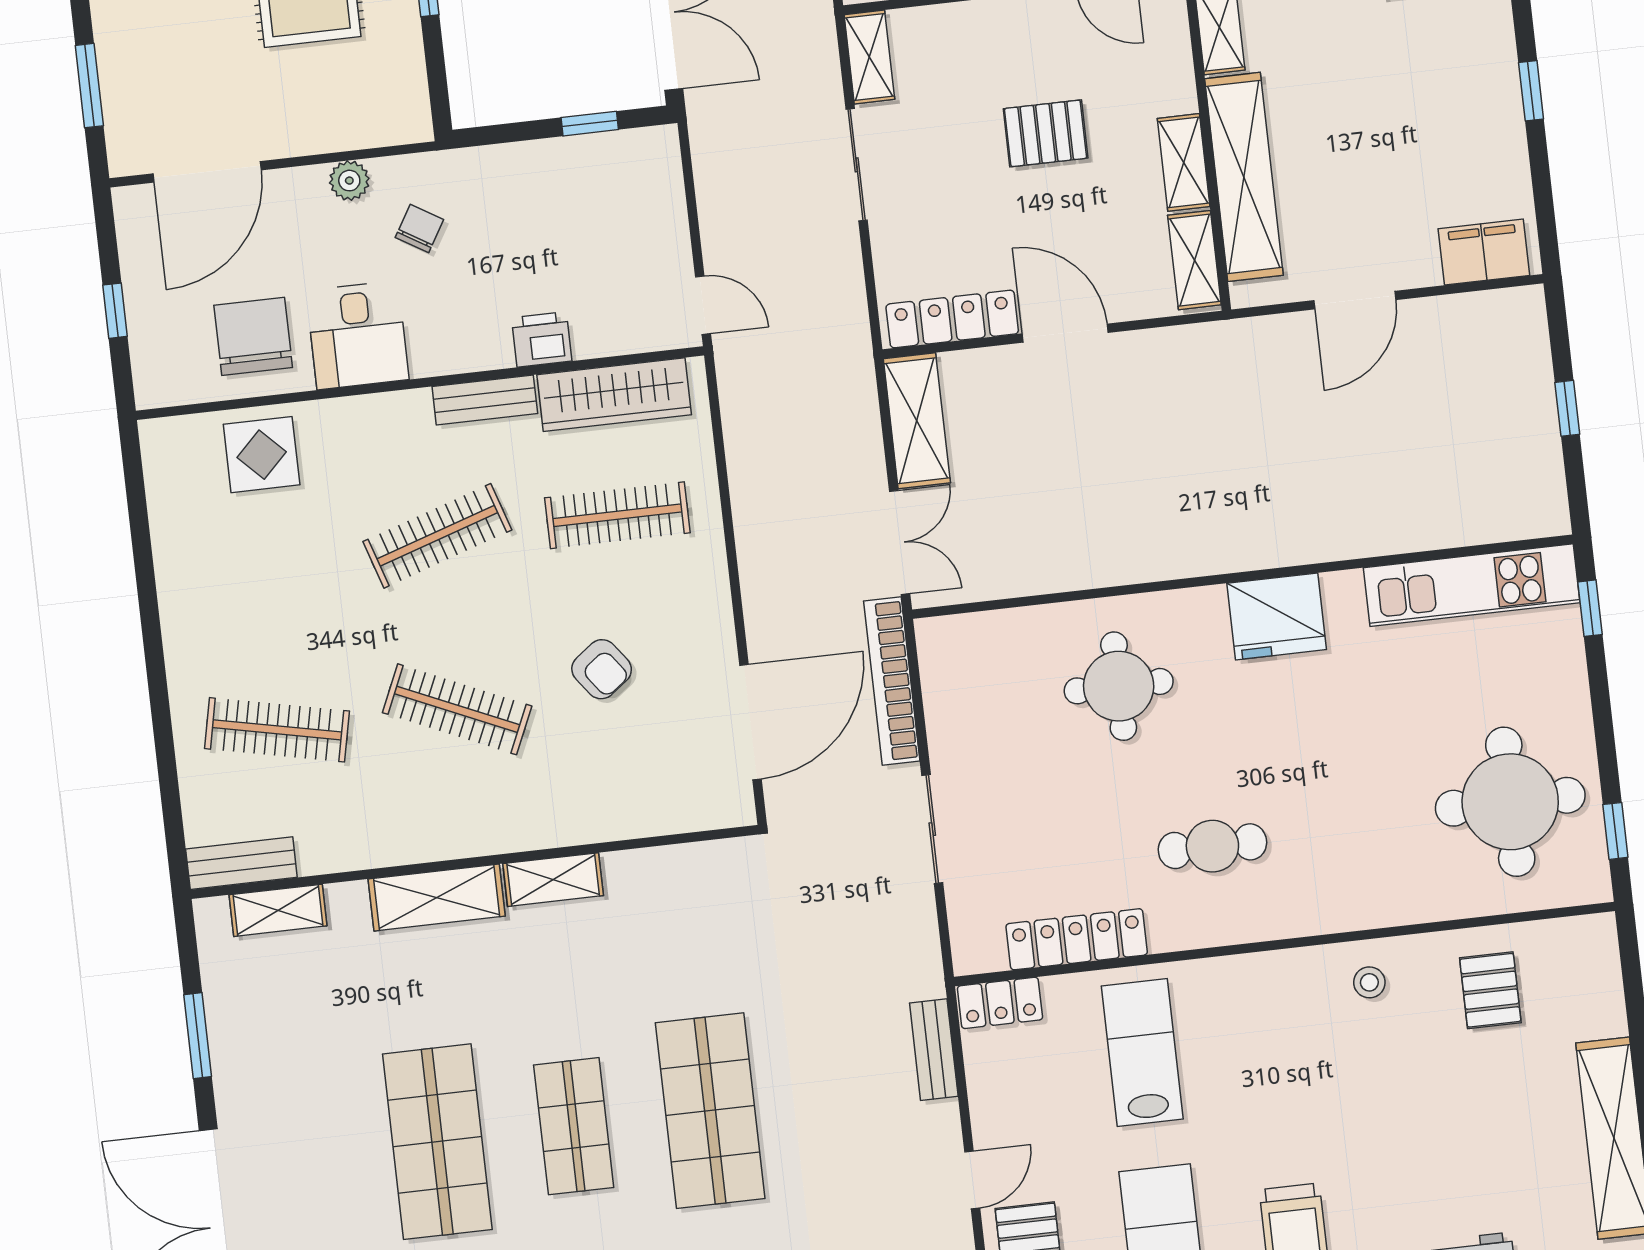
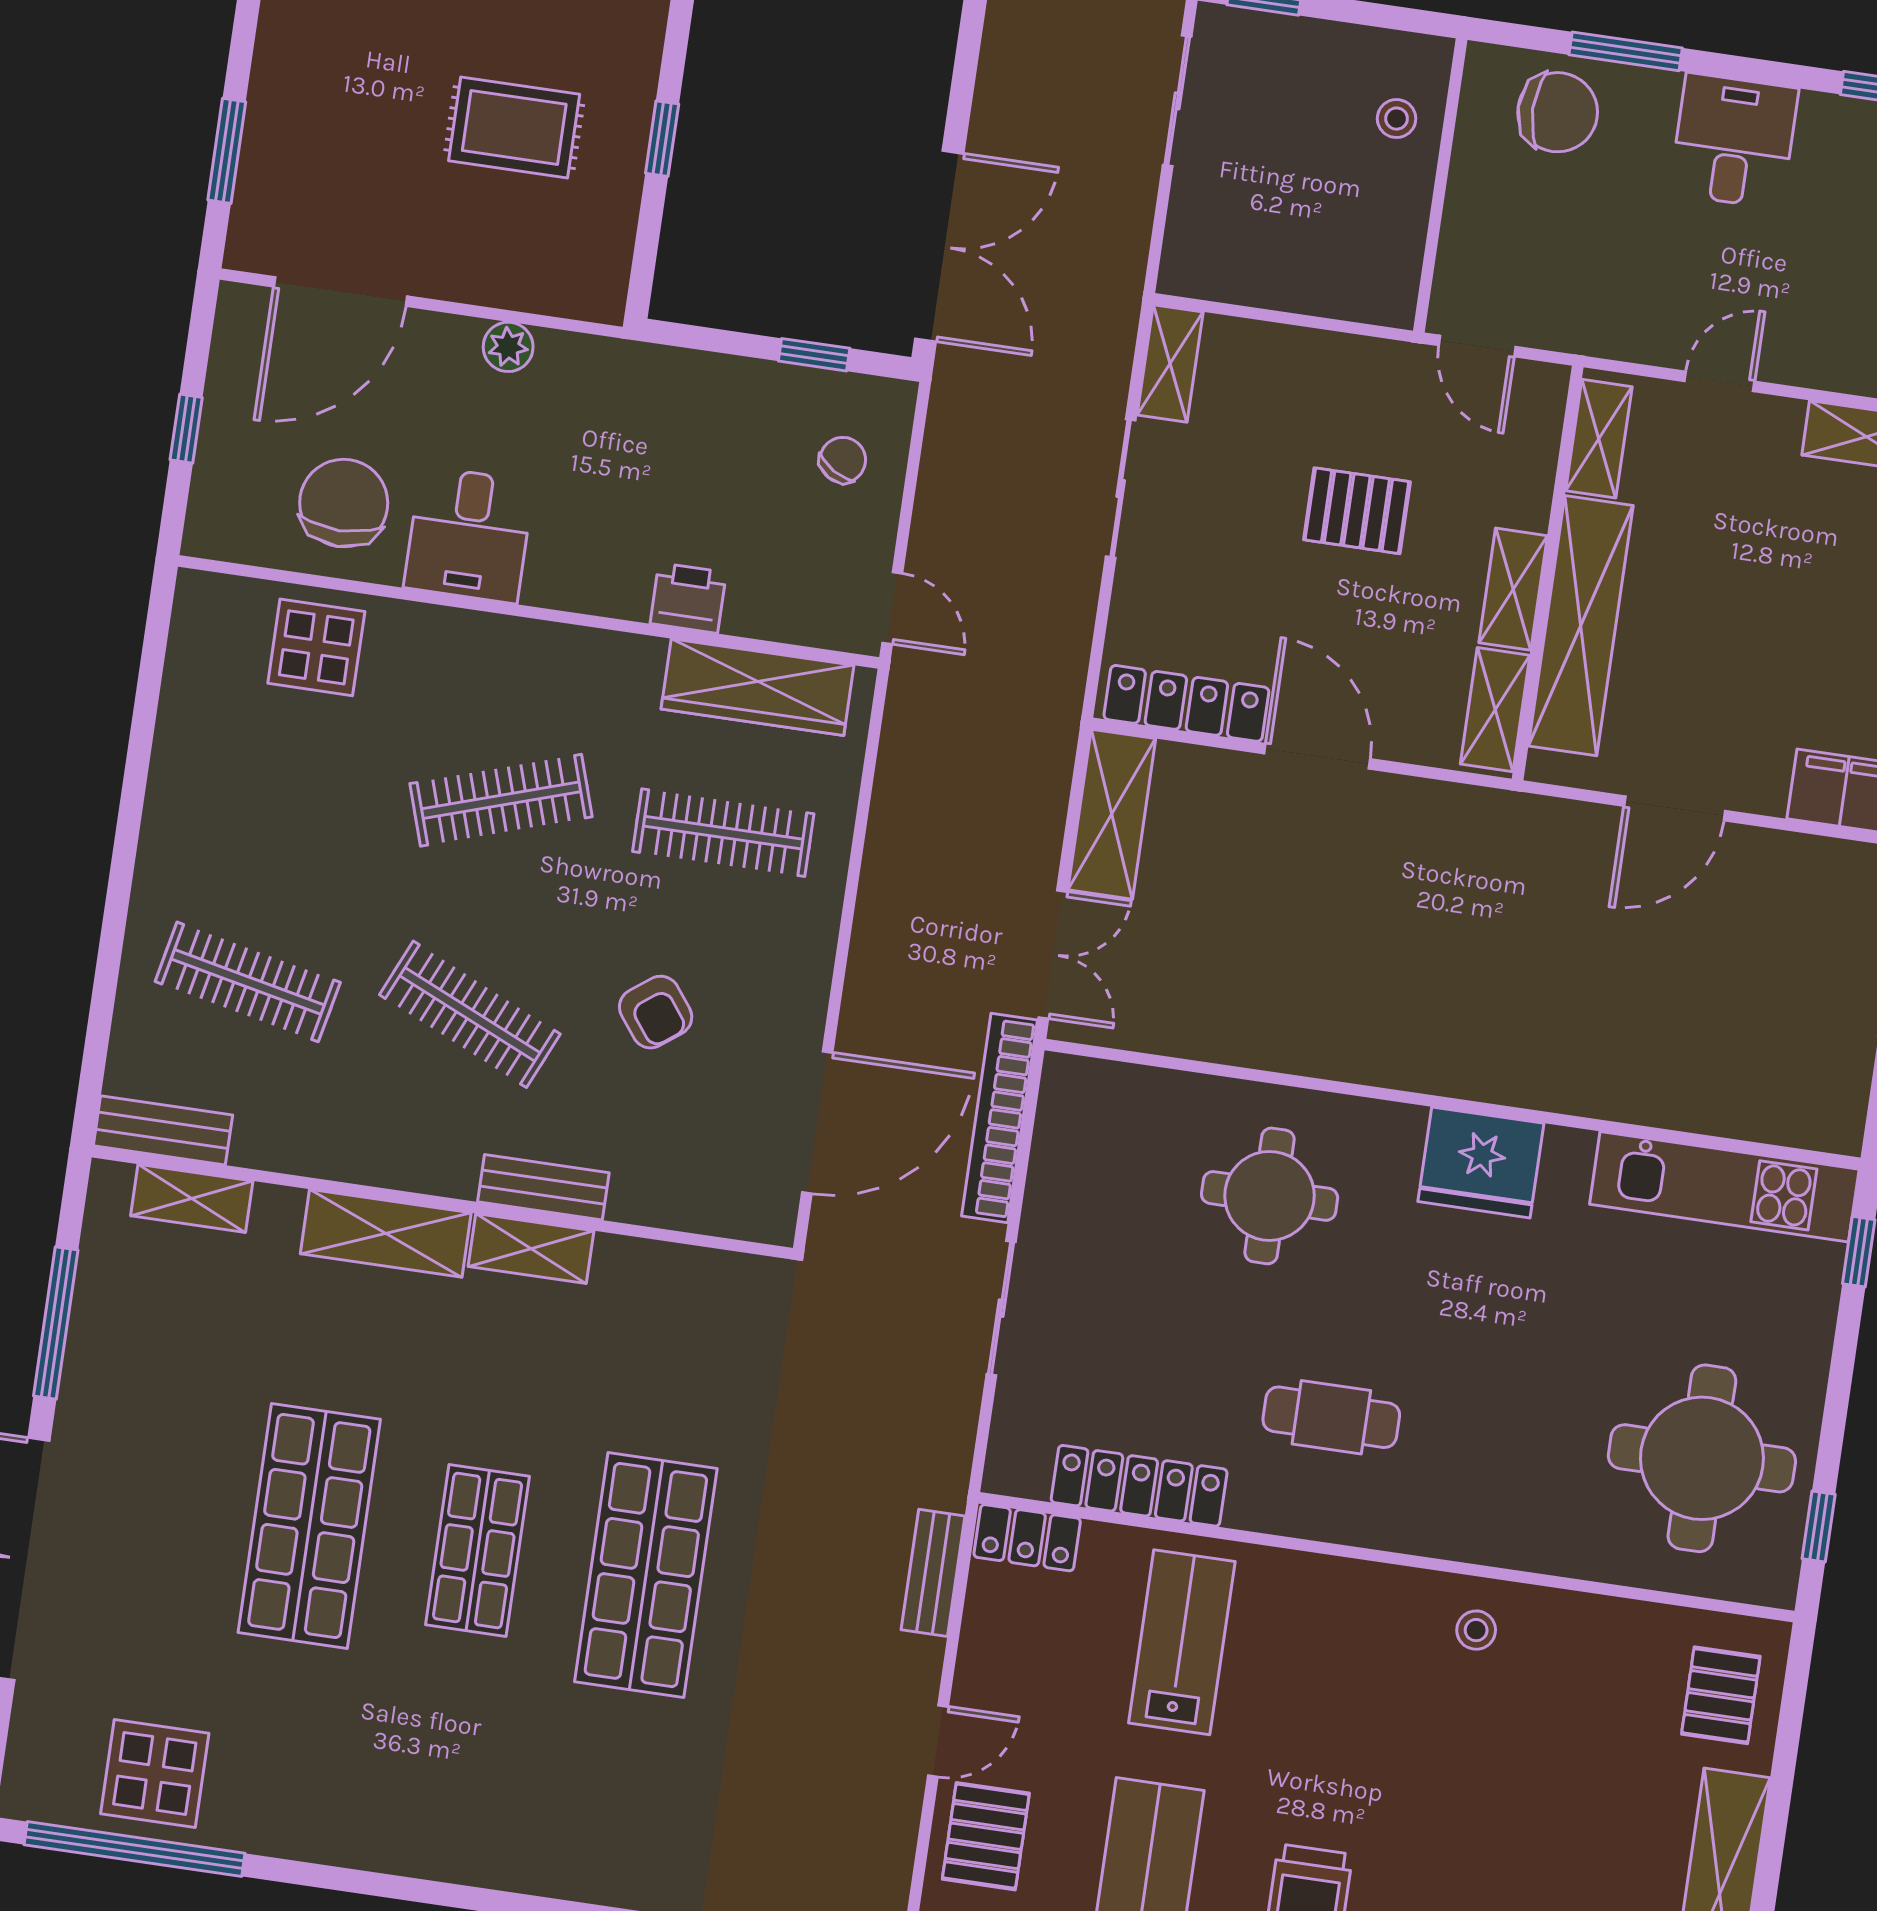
chair: (419, 228) -> (843, 460), moved
bench: (485, 400) -> (543, 1187), moved
pallet: (1490, 990) -> (1721, 1695), moved
window: (198, 1036) -> (56, 1323), width x1.44

